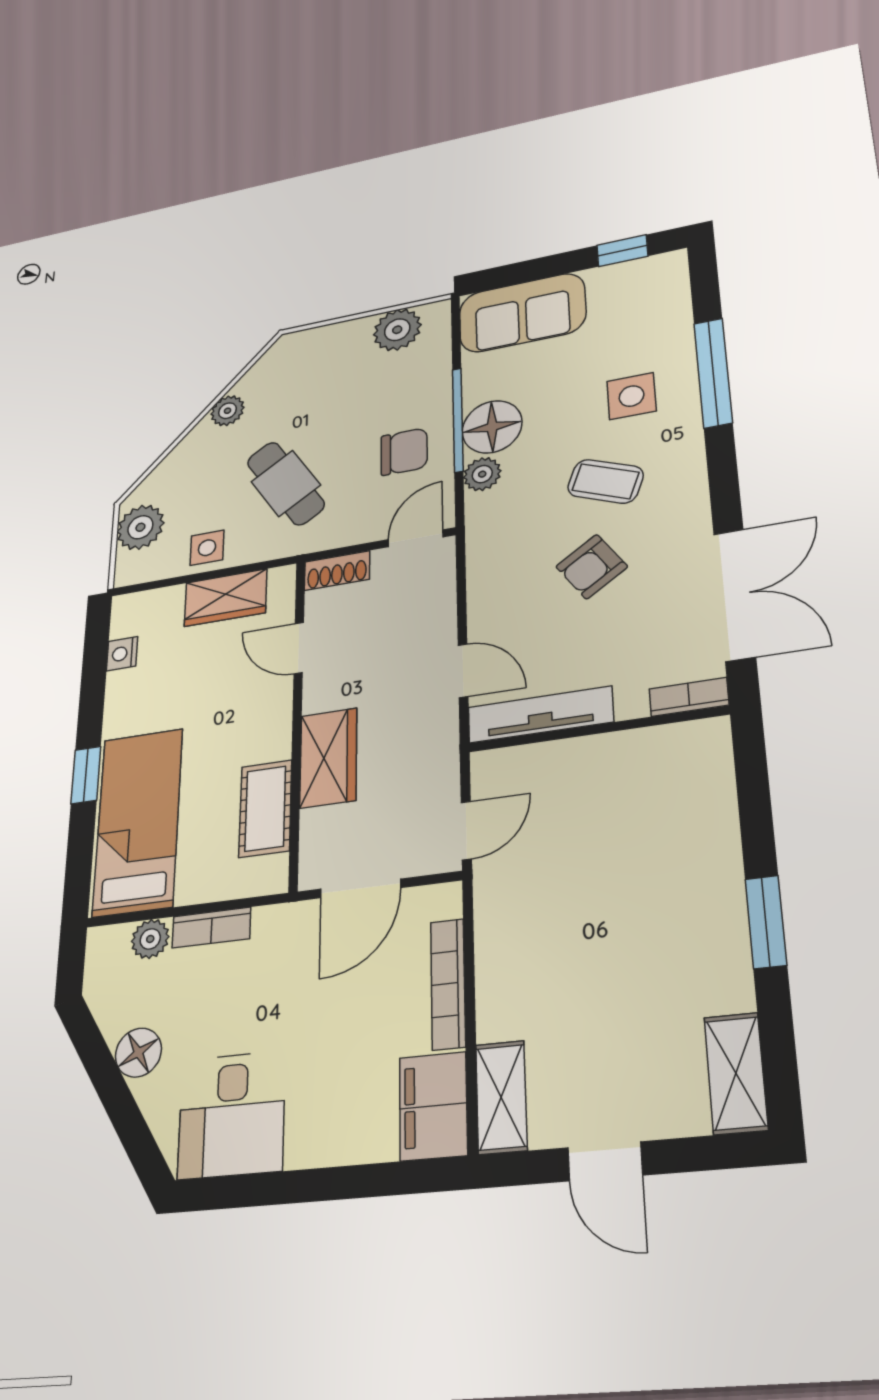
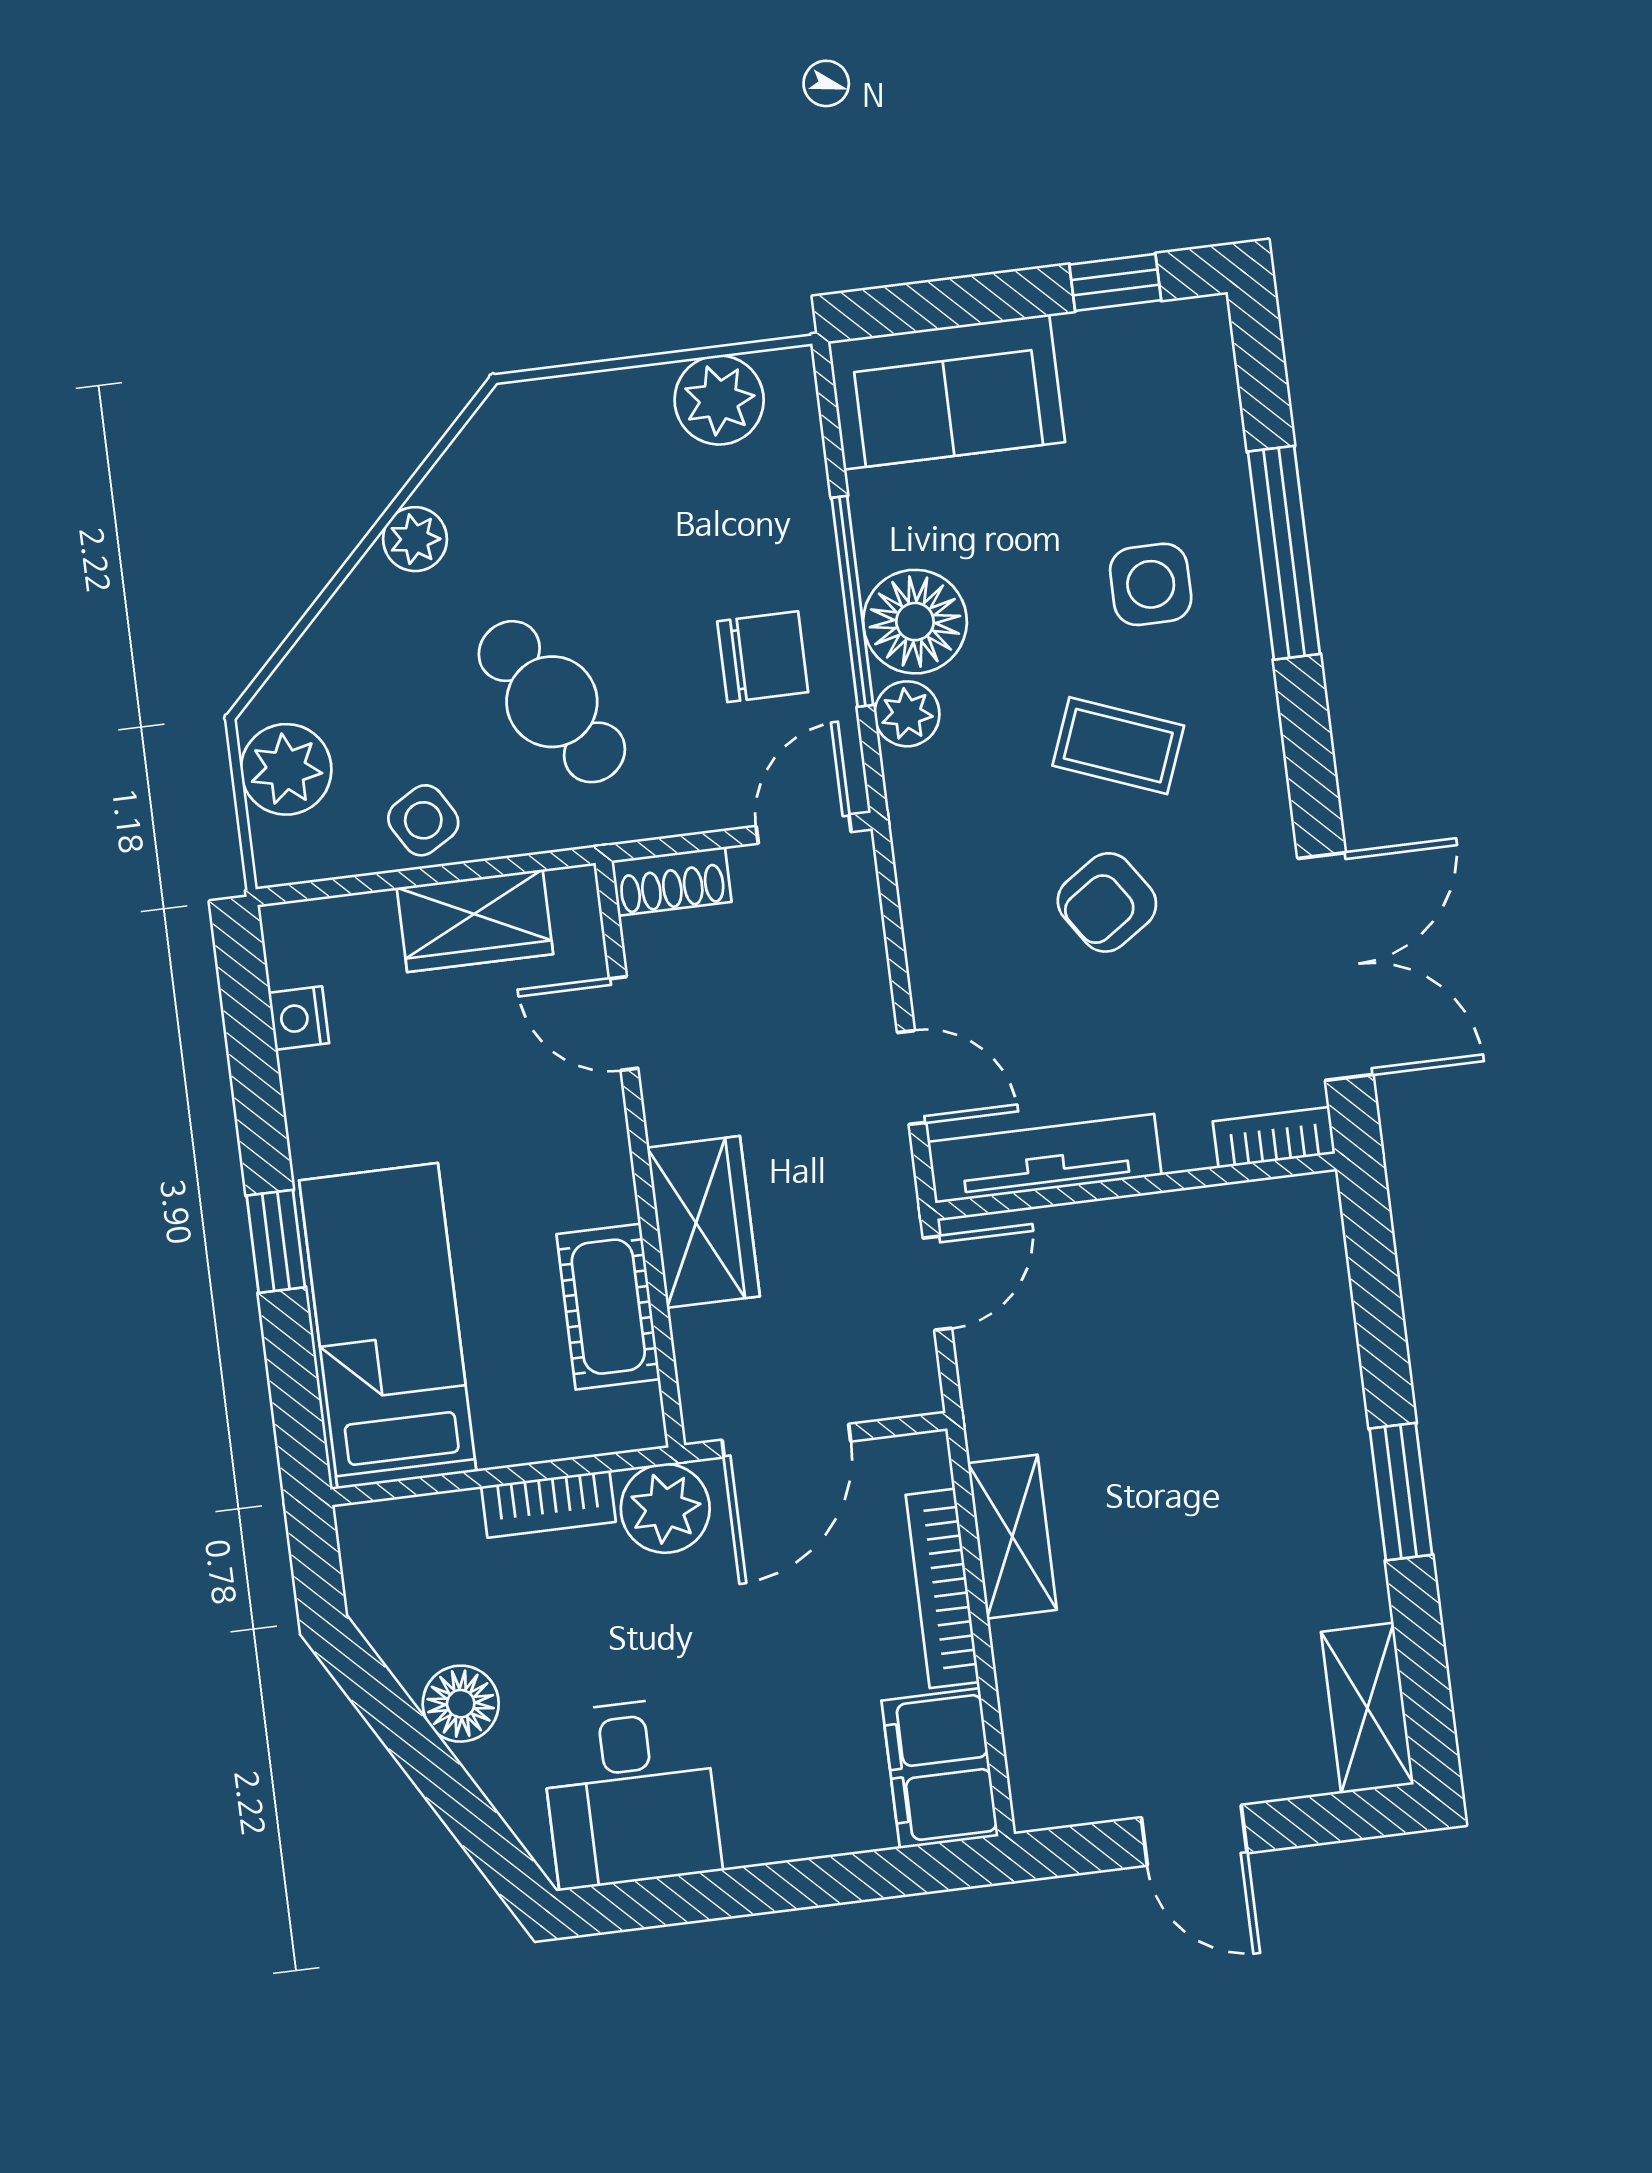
side table: (207, 548) -> (423, 820), turned -31
door: (466, 831) -> (937, 1283), moved
plant: (150, 939) -> (665, 1508), moved, width x1.38, depth x1.38
shelving: (501, 1097) -> (1012, 1537), moved

